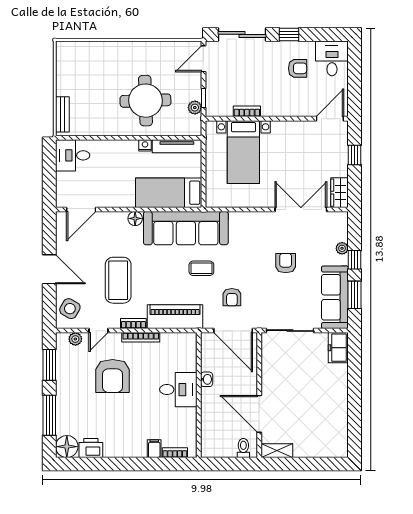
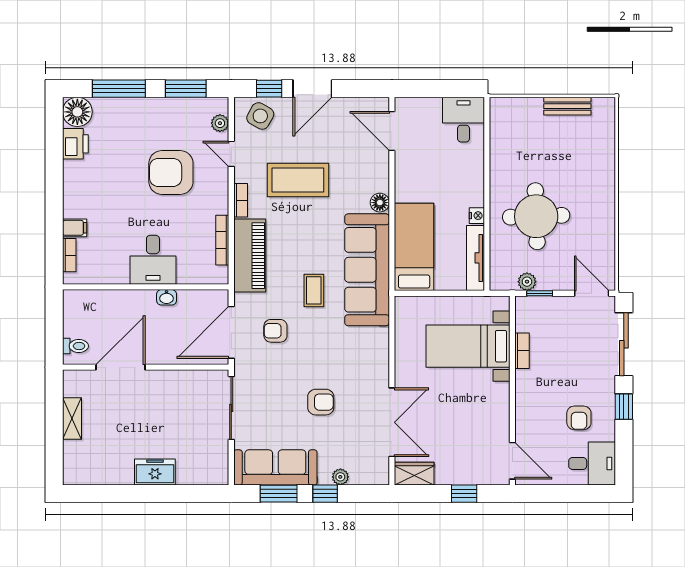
bench: (62, 114) -> (567, 106), moved
window: (49, 302) -> (269, 89), added
bookcase: (141, 337) -> (222, 240), moved
freezer: (338, 348) -> (155, 472), moved
shelving: (277, 451) -> (72, 418), moved

